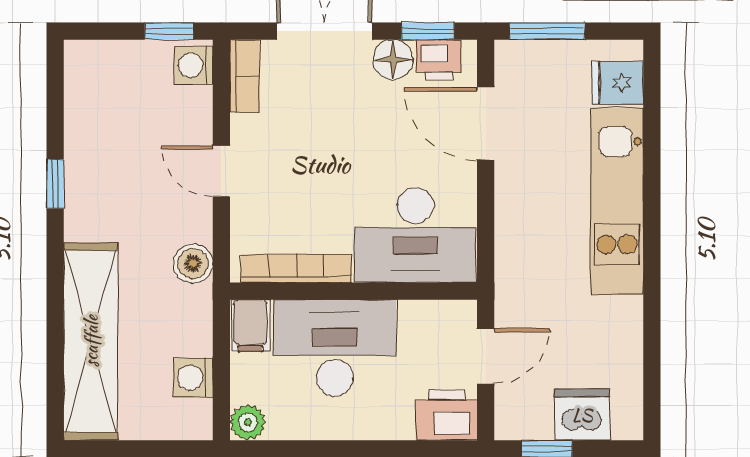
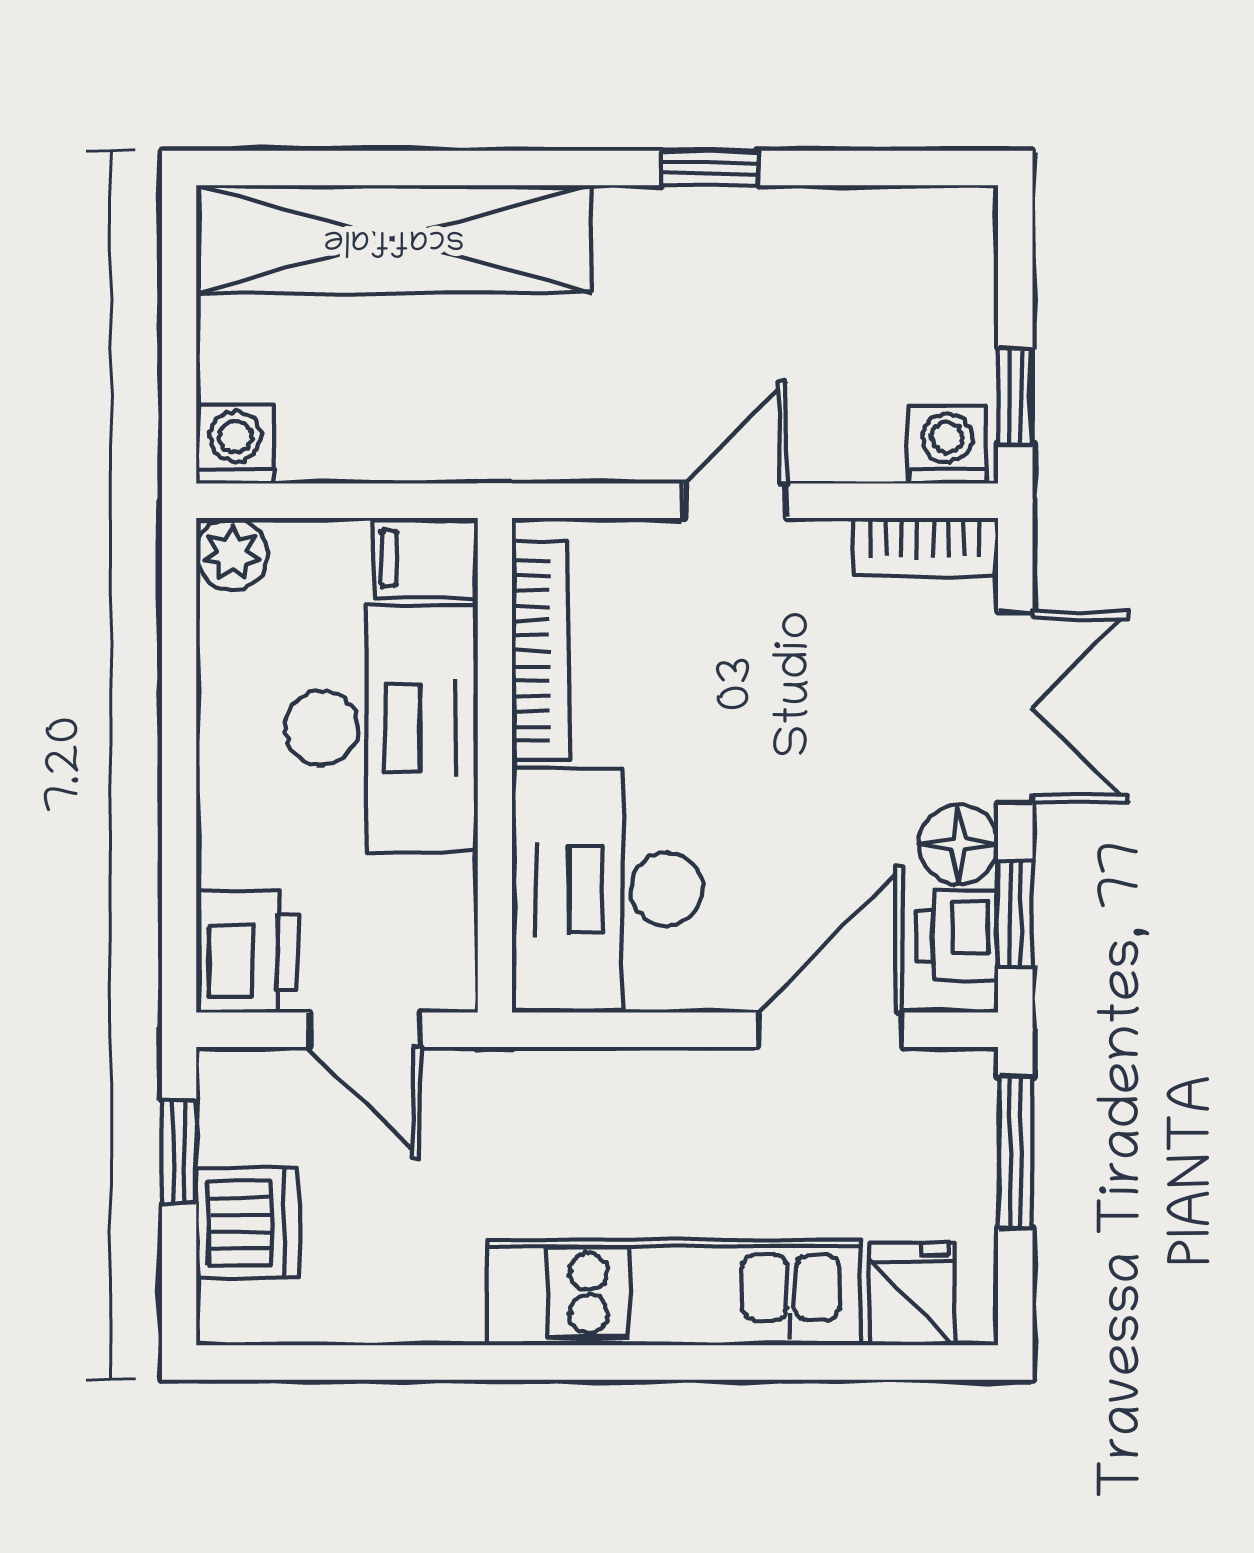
boiler: (193, 264) -> (550, 444), removed
washing machine: (193, 378) -> (235, 444), moved

